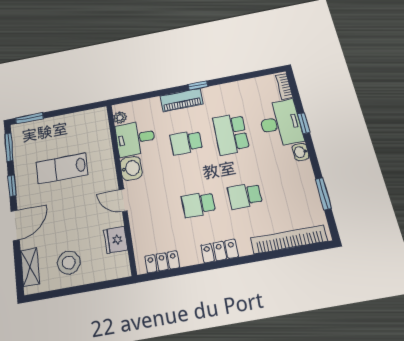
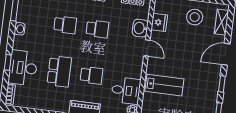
washbasin: (301, 152) -> (20, 29), moved
lab bench: (62, 168) -> (164, 85), moved
washbasin: (131, 168) -> (140, 28), moved

